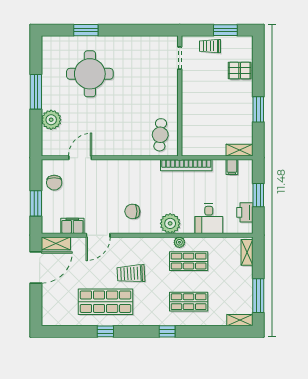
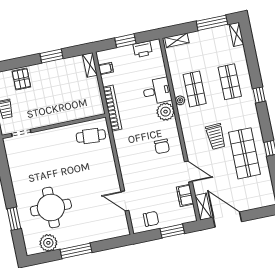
plant: (51, 120) -> (48, 243), moved
desk: (209, 219) -> (157, 91), moved

